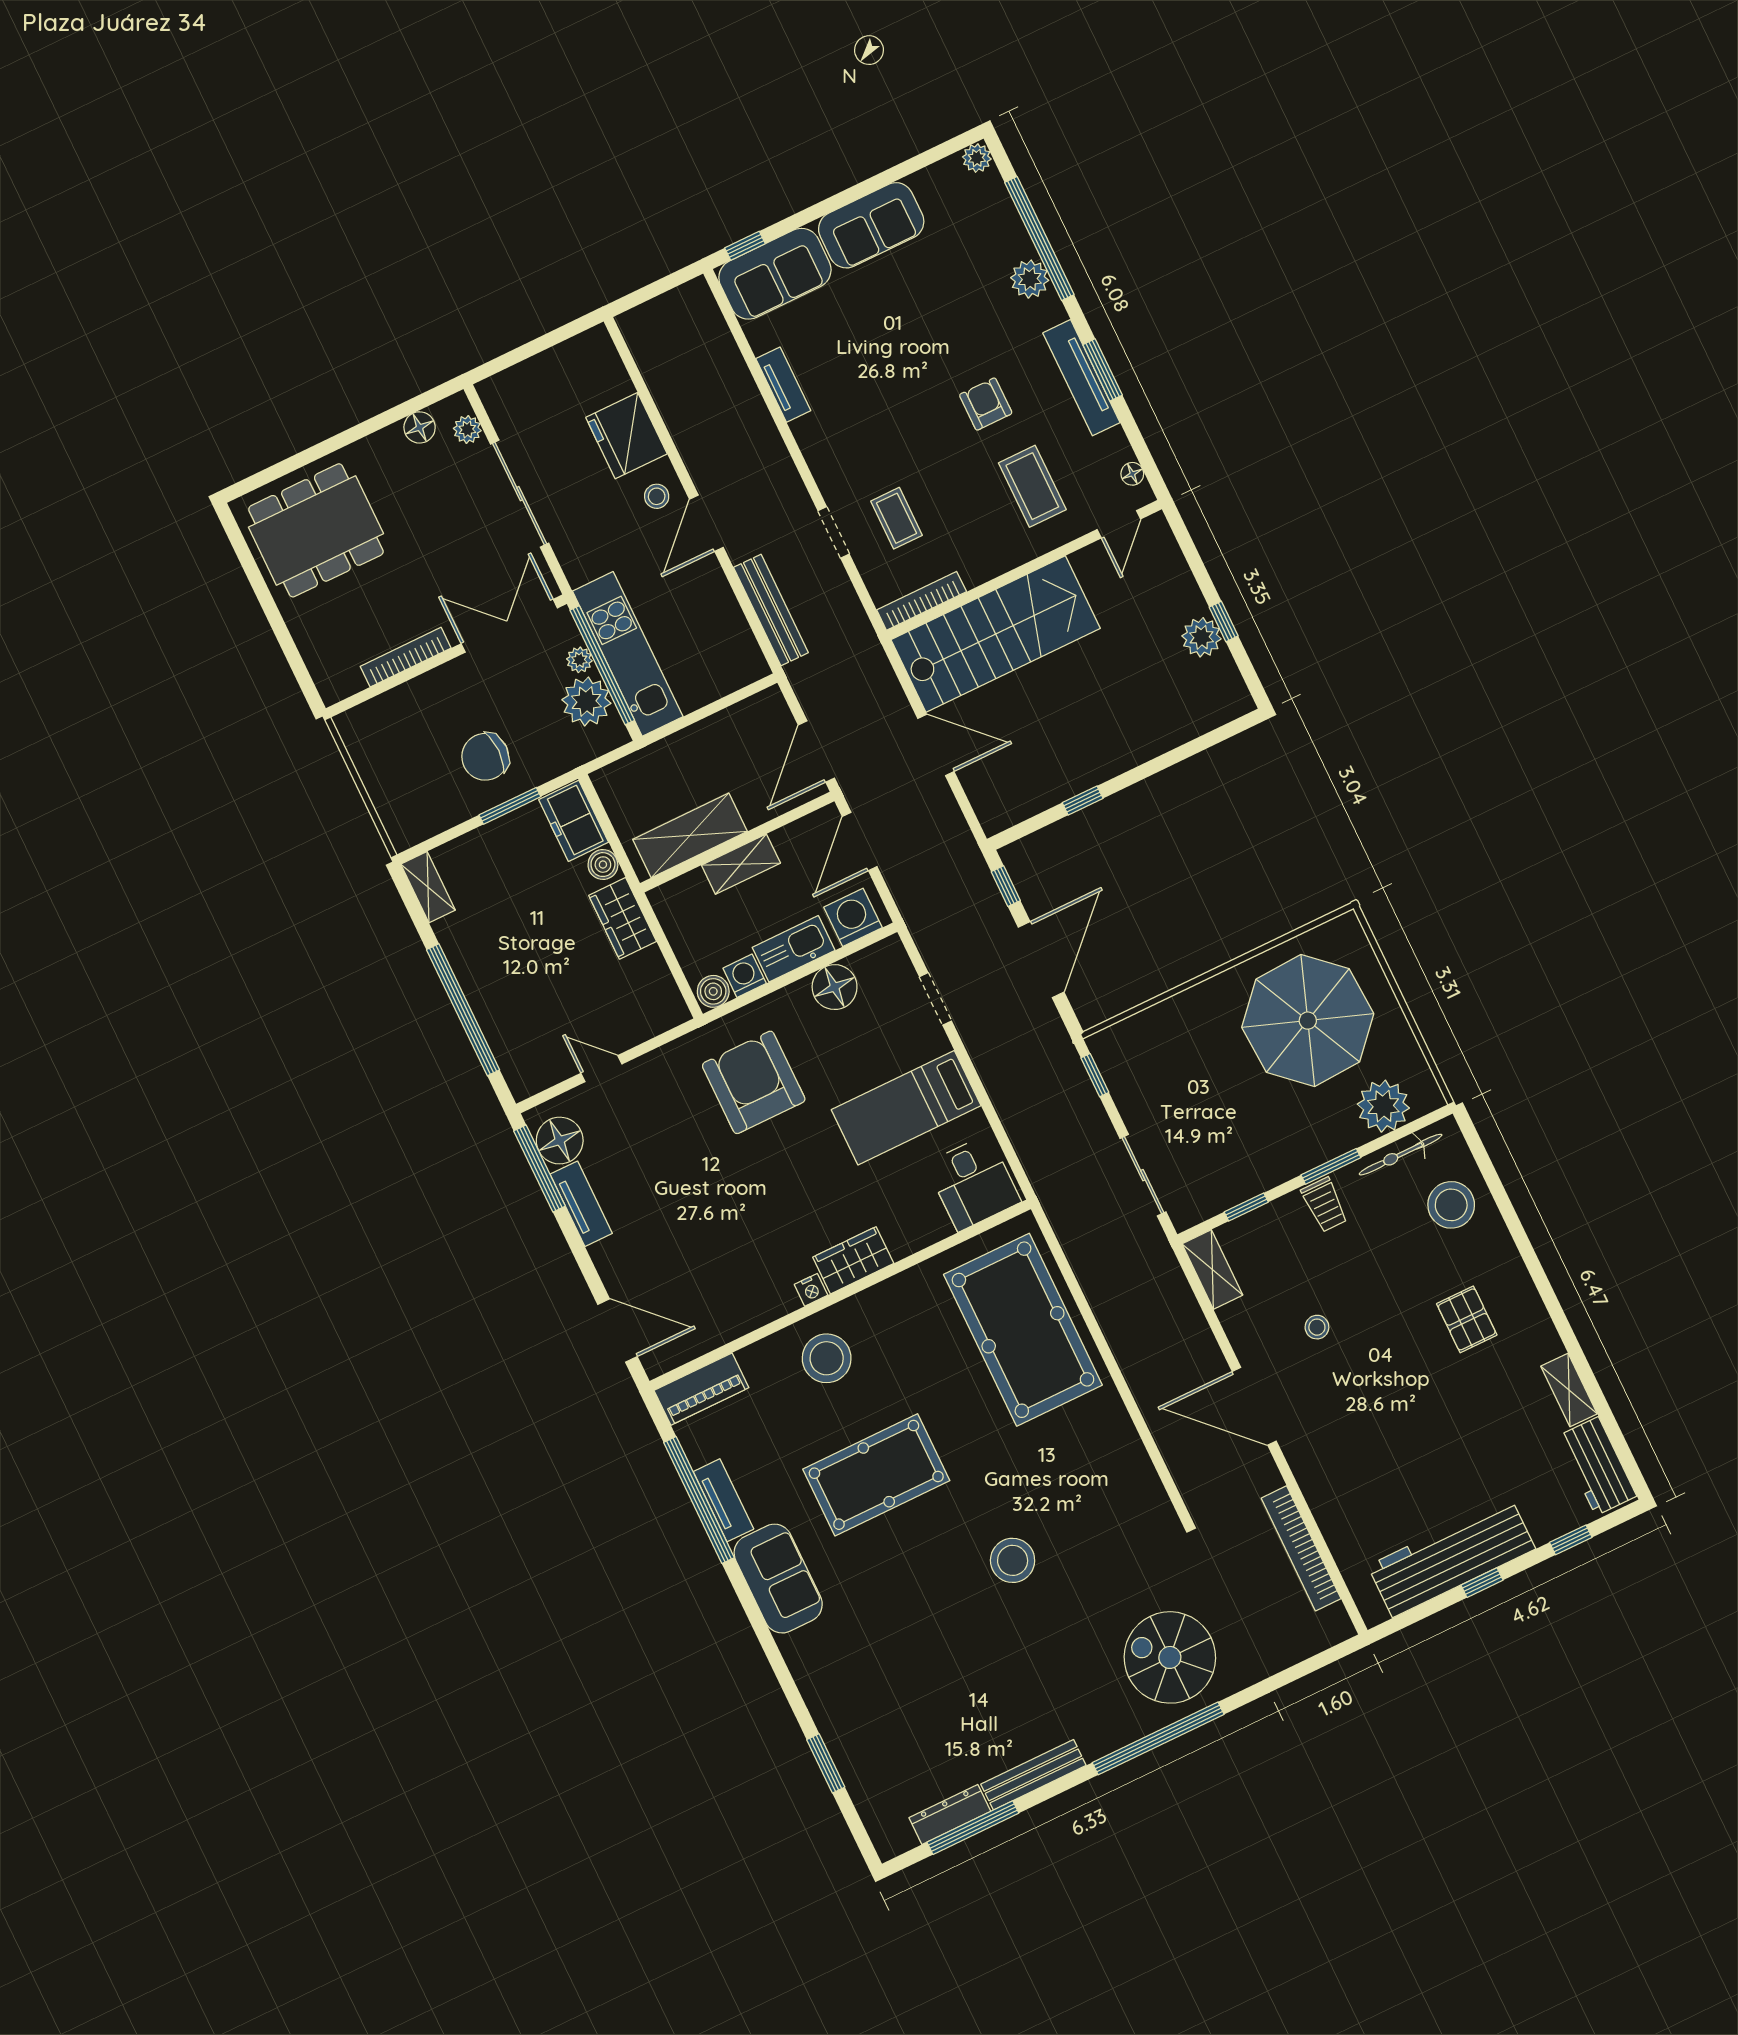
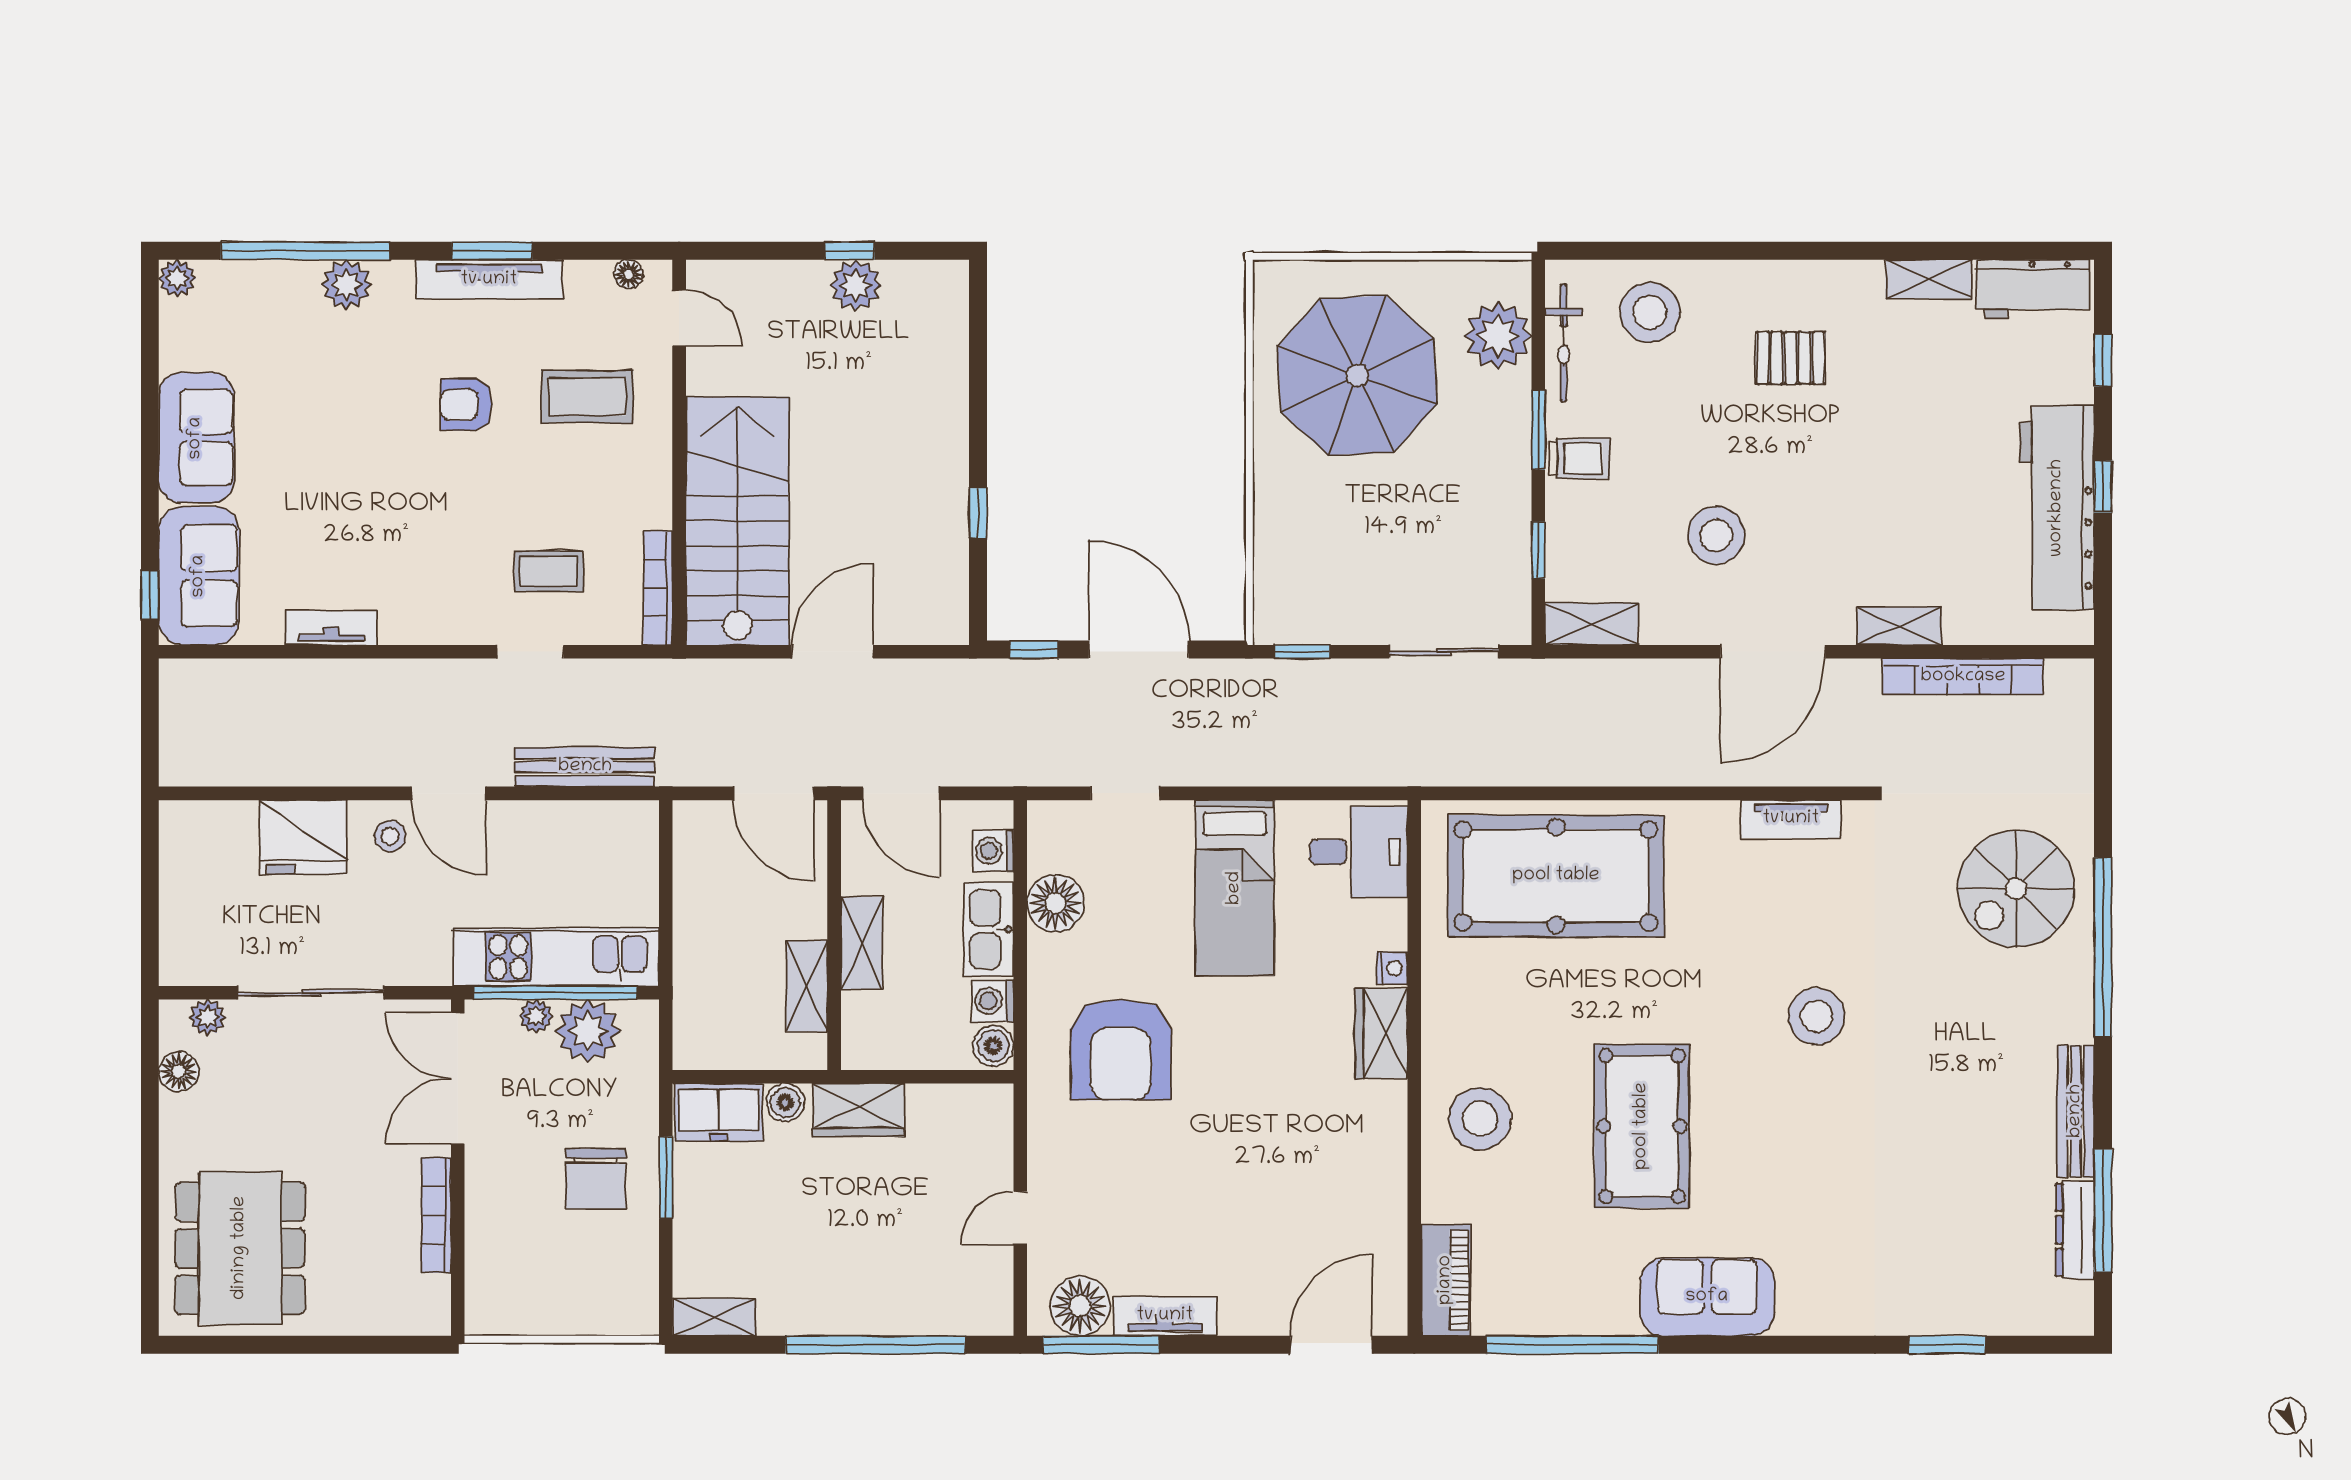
shelving: (690, 835) -> (807, 986), width x0.67, depth x0.75
washing machine: (853, 917) -> (993, 851), width x0.73, depth x0.73
armchair: (754, 1082) -> (1121, 1050), turned -90
nightstand: (811, 1290) -> (1392, 968), moved
stool: (1317, 1327) -> (1716, 535), width x1.89, depth x1.89
shelving: (1315, 1487) -> (1899, 626), added
tv unit: (723, 1500) -> (1791, 819), moved, turned 180

